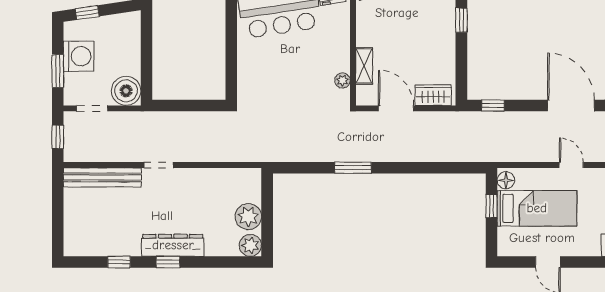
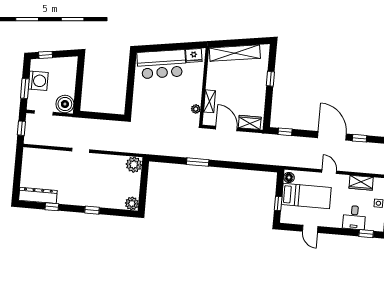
bench: (102, 177) -> (46, 155), removed
window: (492, 206) -> (278, 203), moved
plant: (248, 217) -> (134, 165), moved
dresser: (173, 245) -> (38, 195), moved
window: (168, 262) -> (92, 210), moved

